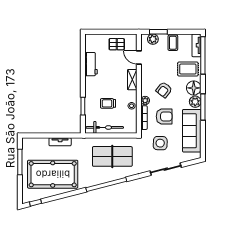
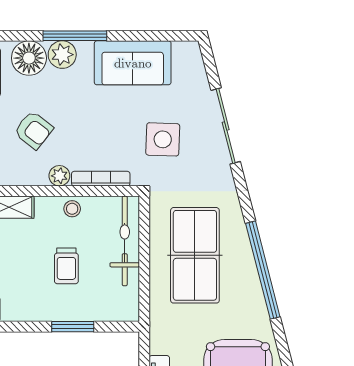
armchair: (164, 116) -> (98, 130), removed
bicycle: (105, 127) -> (125, 241), moved
sofa: (192, 131) -> (133, 63), width x0.73

